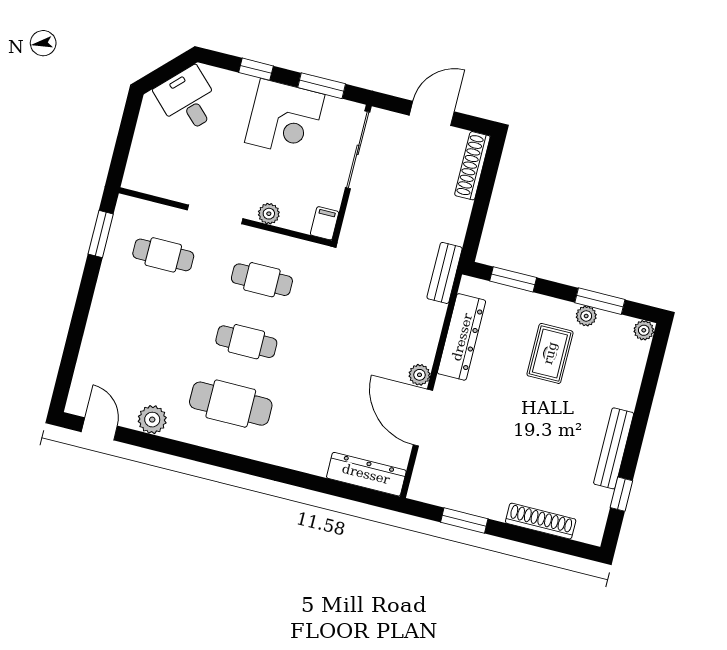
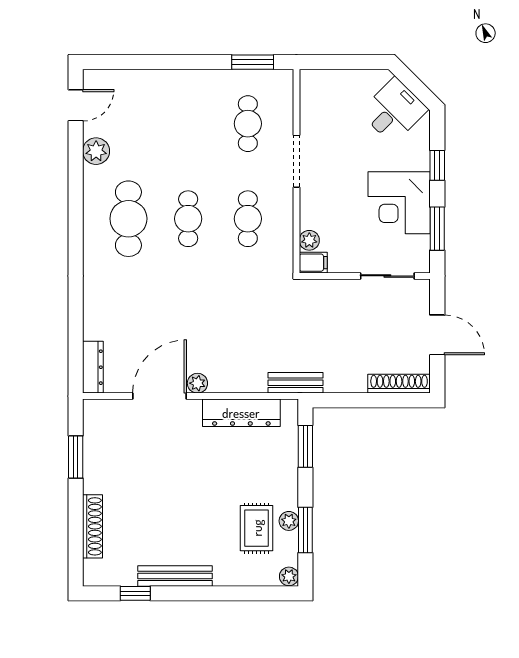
sliding door: (358, 150) -> (387, 276), width x0.73
plant: (269, 214) -> (309, 240), moved
rug: (550, 353) -> (257, 528), moved, turned 90
dresser: (366, 474) -> (93, 367), width x0.73, depth x0.80

